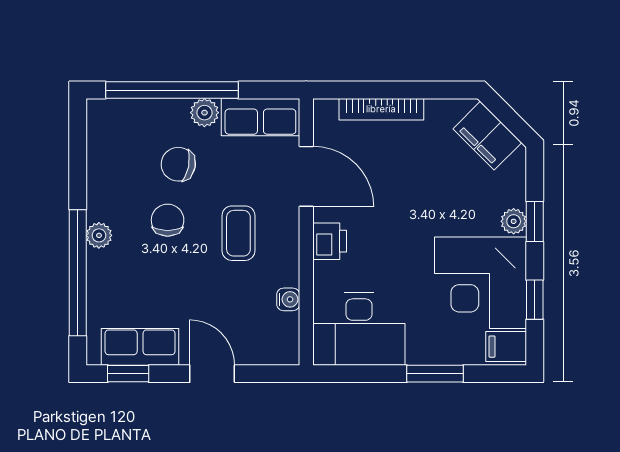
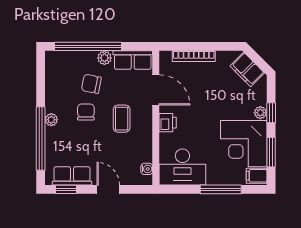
water cooler: (288, 299) -> (147, 169), moved
window: (535, 300) -> (271, 152), width x1.50
window: (435, 374) -> (221, 189), width x1.44

